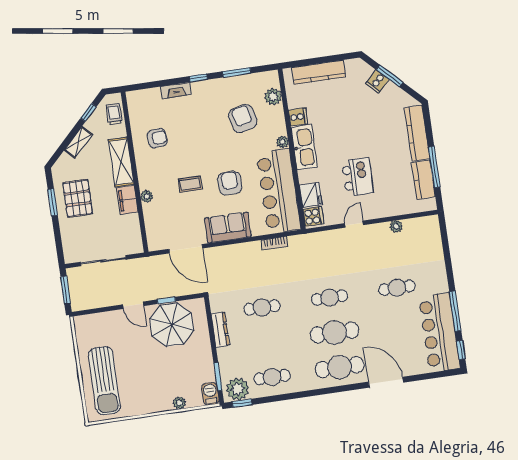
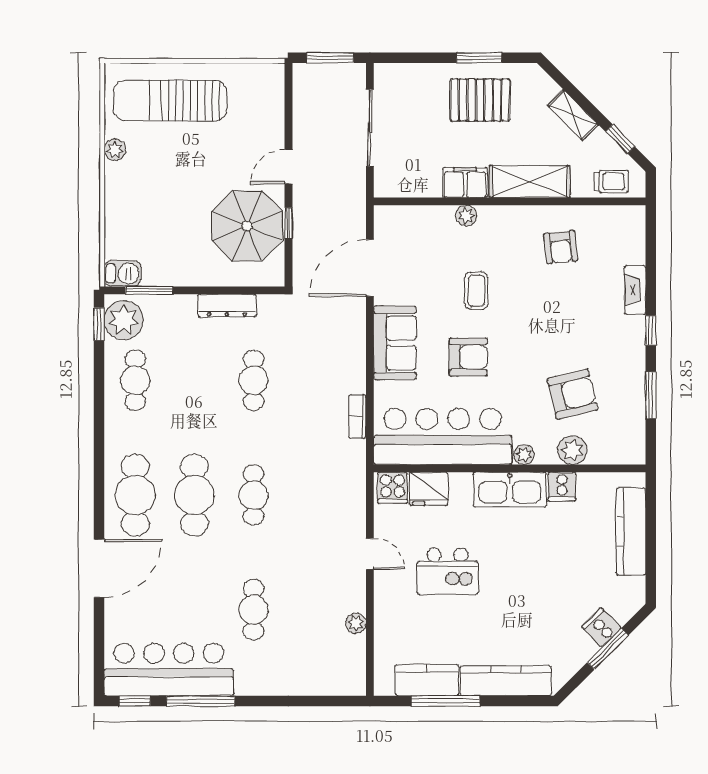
plant: (273, 97) -> (572, 450), moved
plant: (179, 403) -> (115, 150), moved

